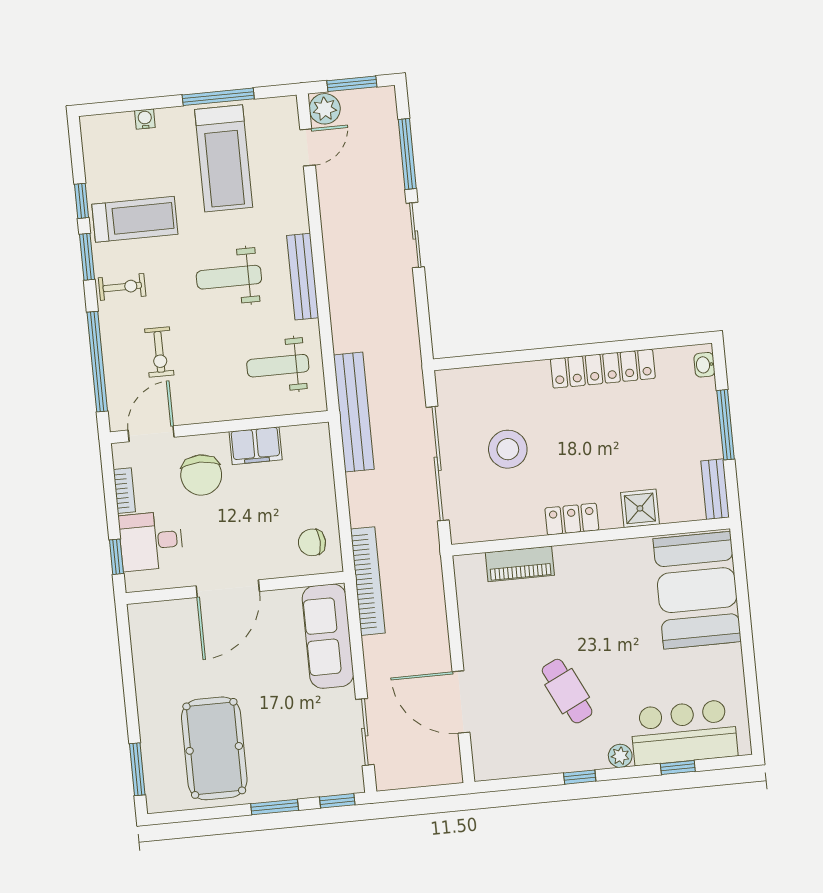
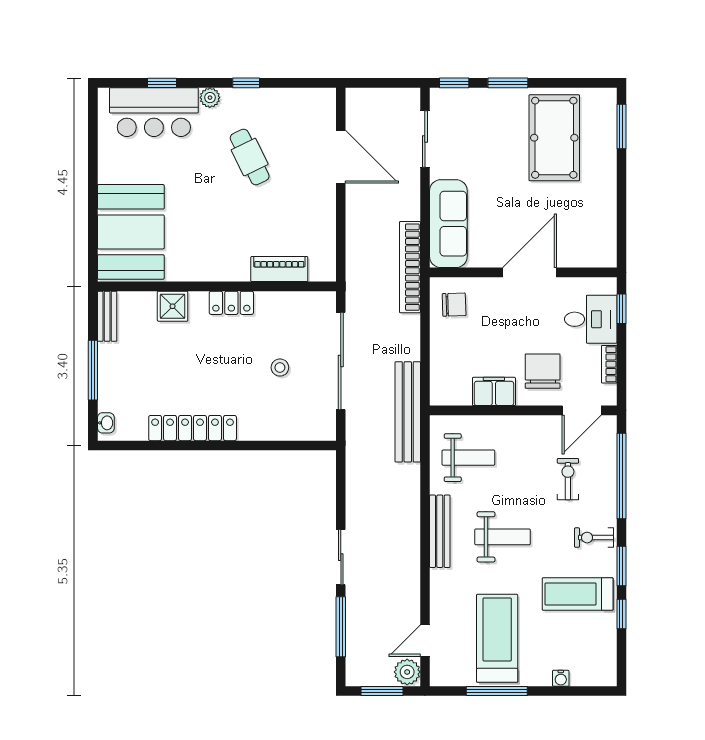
stool: (508, 449) -> (280, 368), width x0.53, depth x0.53

